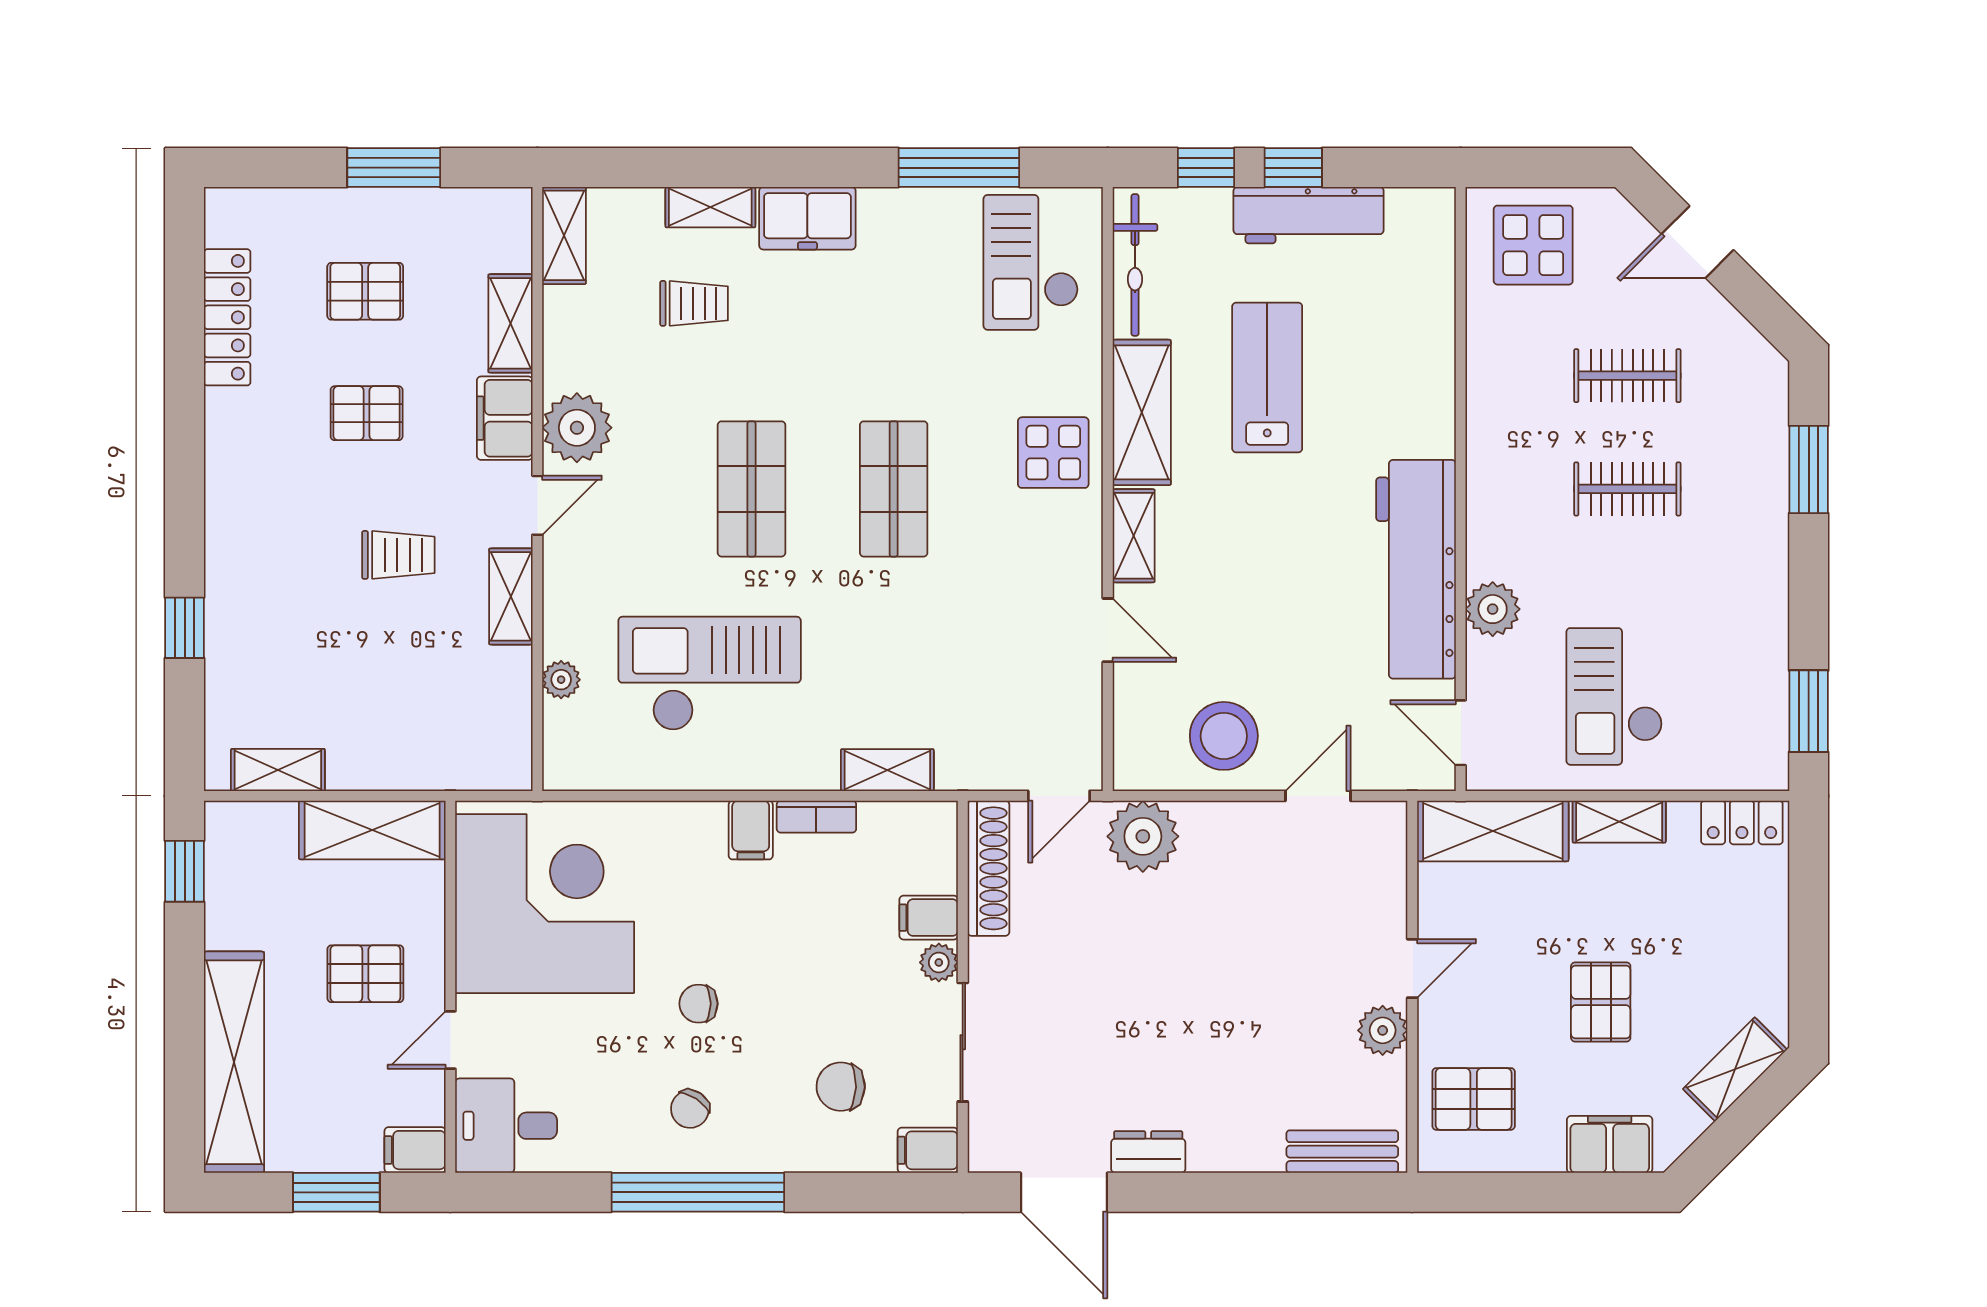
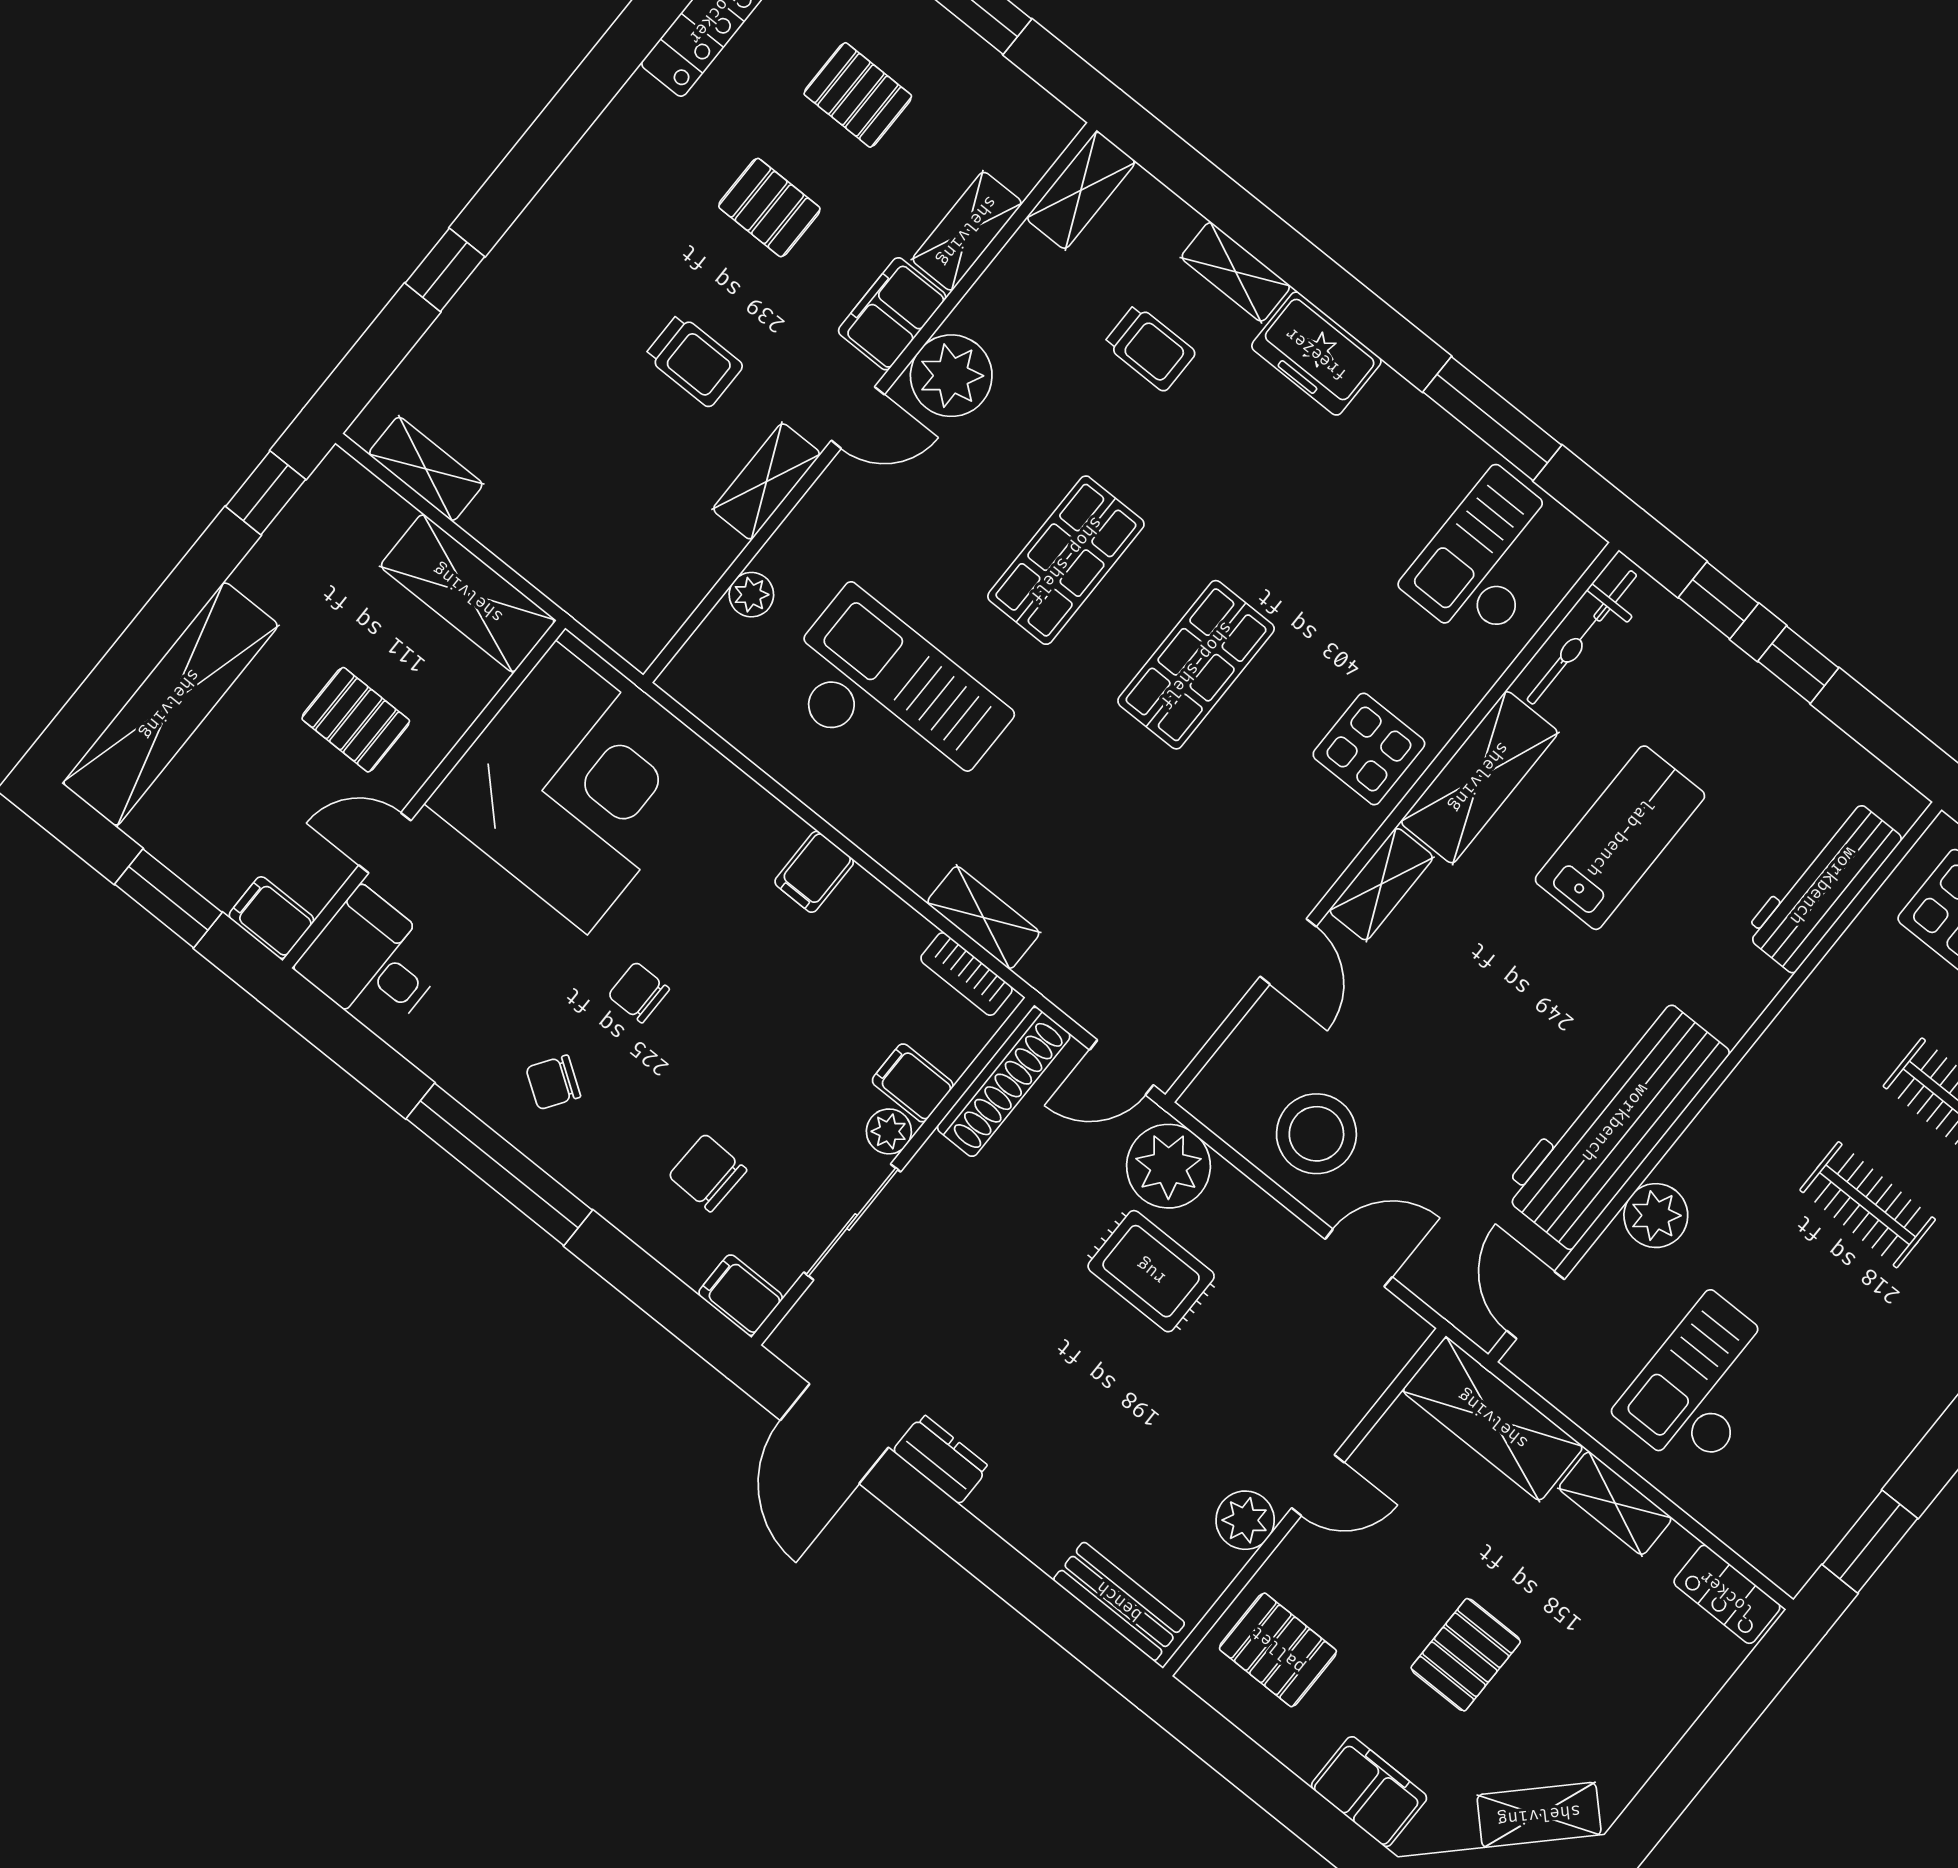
workbench: (1309, 215) -> (1823, 886), moved, turned 90
bookcase: (816, 817) -> (966, 974), moved
rug: (1187, 915) -> (1151, 1271), added

